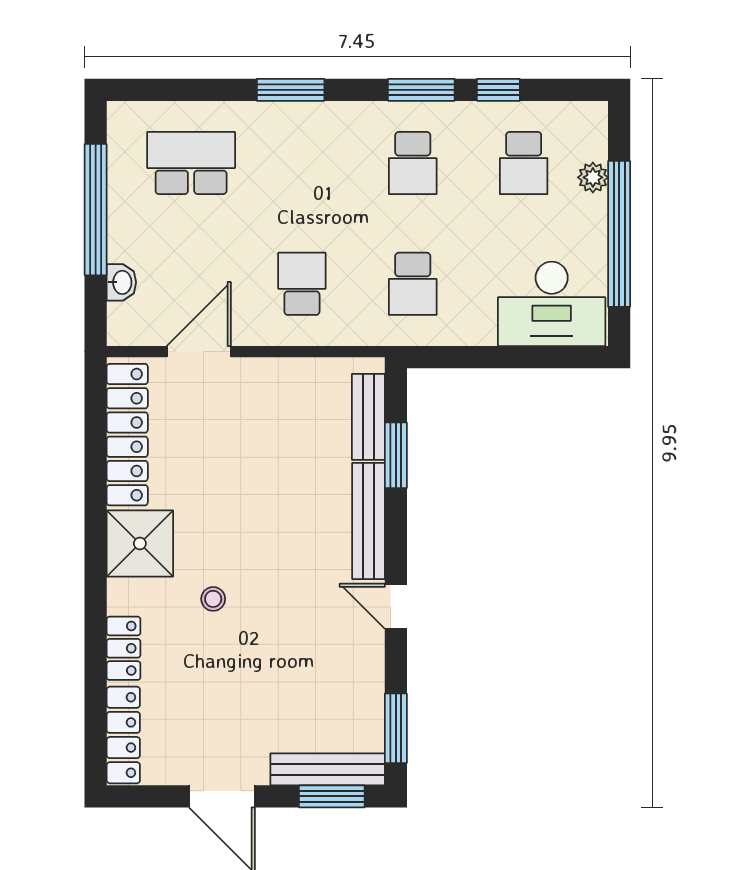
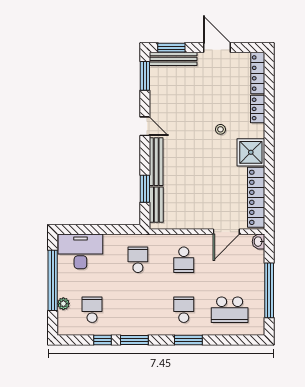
school desk: (413, 163) -> (184, 310), moved
washbasin: (121, 282) -> (258, 242), moved

